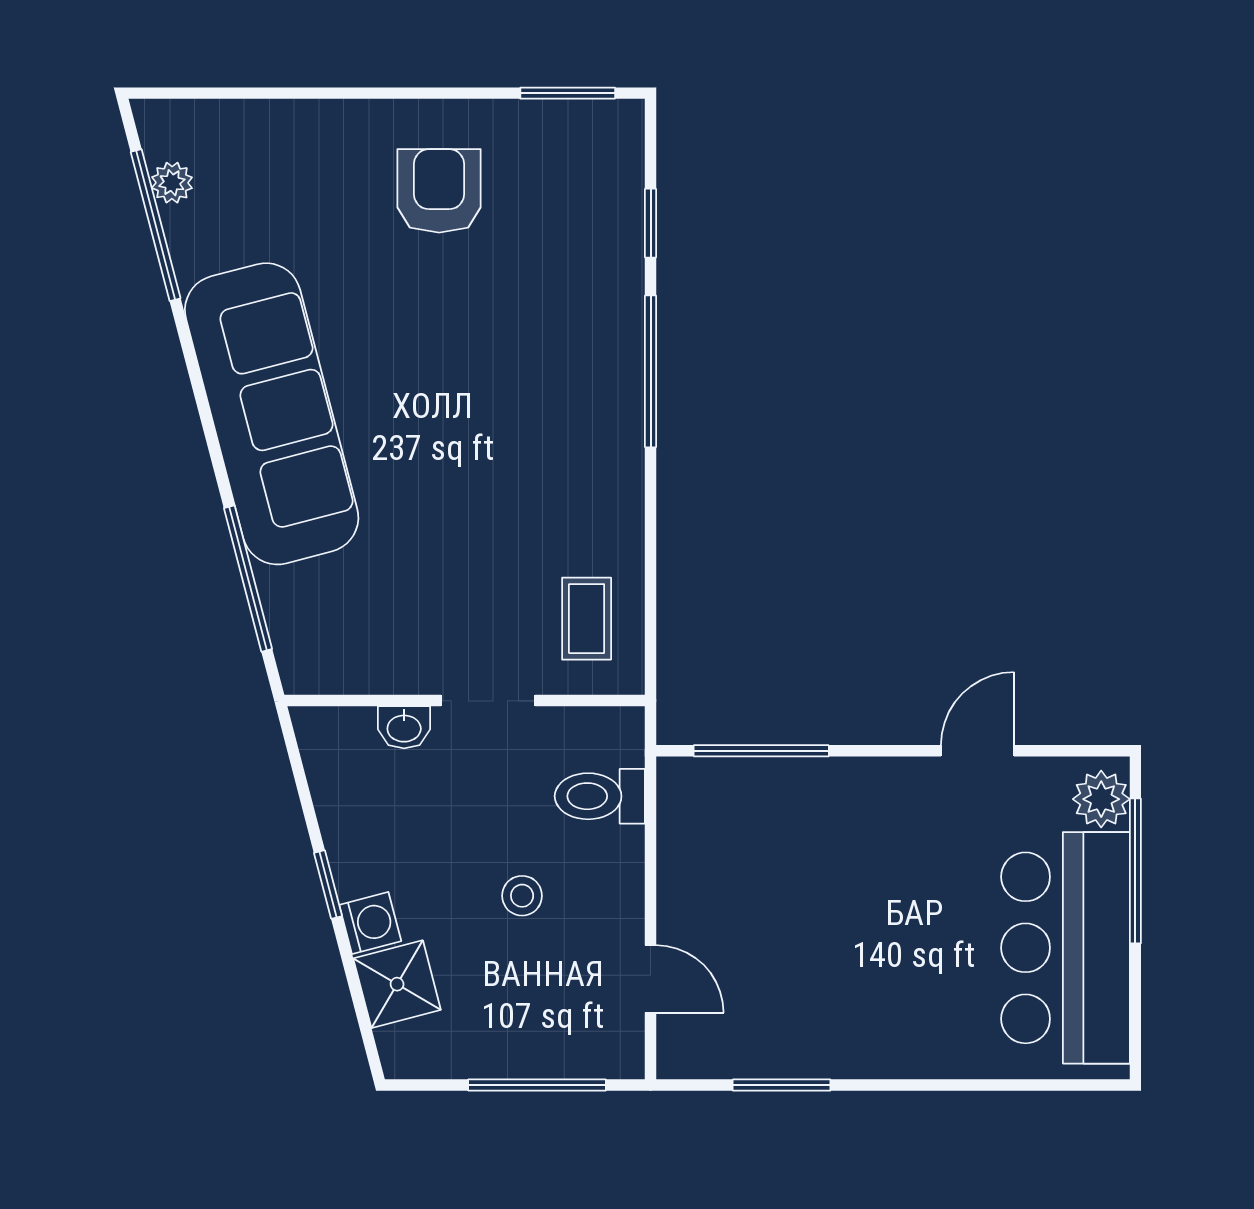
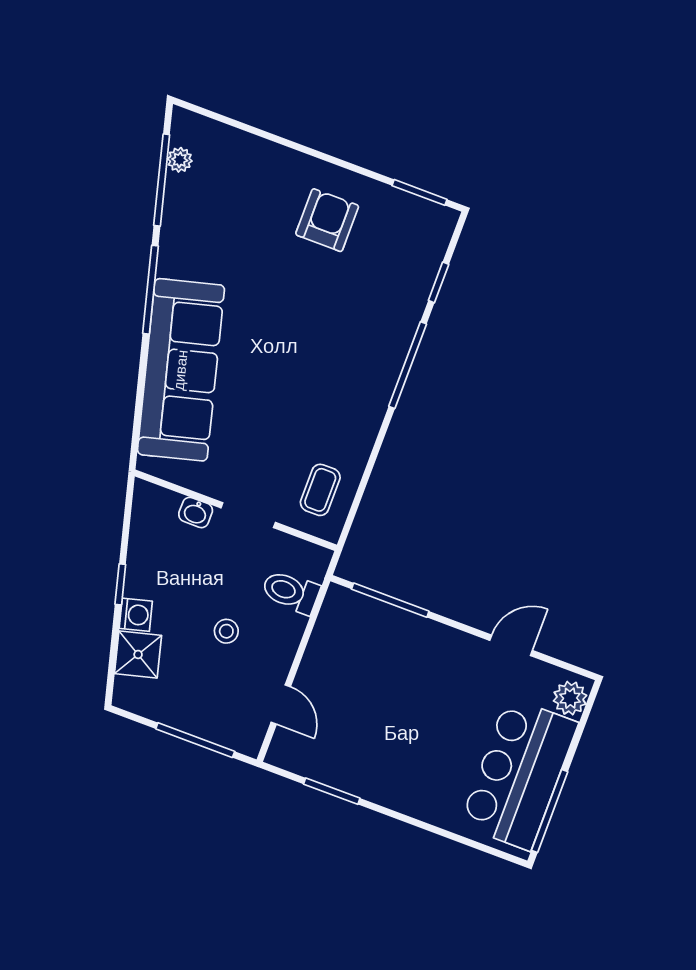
sofa: (272, 414) -> (181, 370), moved
window: (248, 579) -> (150, 290), moved
window: (1135, 871) -> (550, 811), moved

